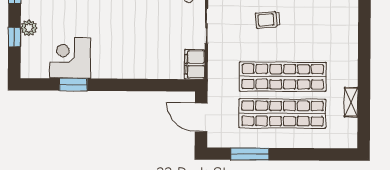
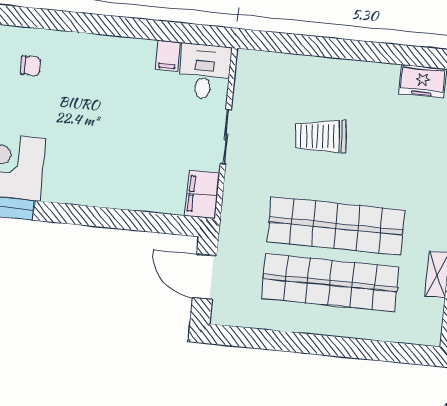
trolley: (268, 20) -> (321, 136), width x1.36, depth x1.39
window: (250, 154) -> (274, 340), removed

